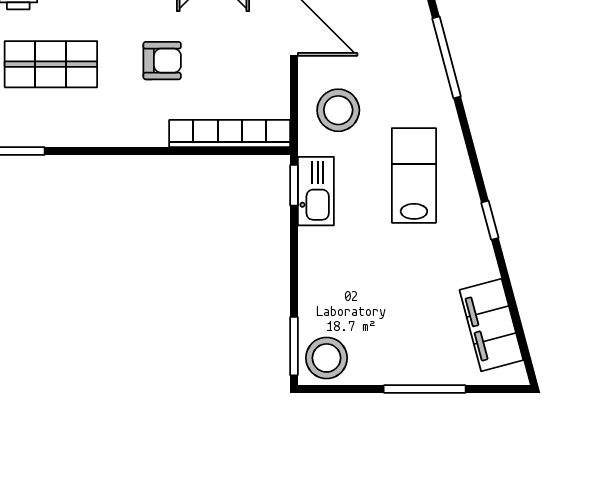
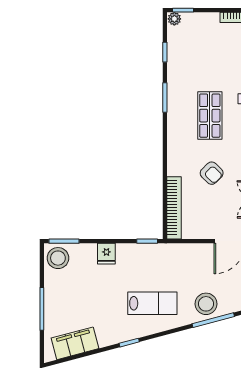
armchair: (162, 61) -> (212, 173), turned -46
stool: (338, 110) -> (206, 304), moved
kitchen sink: (316, 191) -> (144, 253), removed
fridge: (318, 264) -> (106, 254), added

